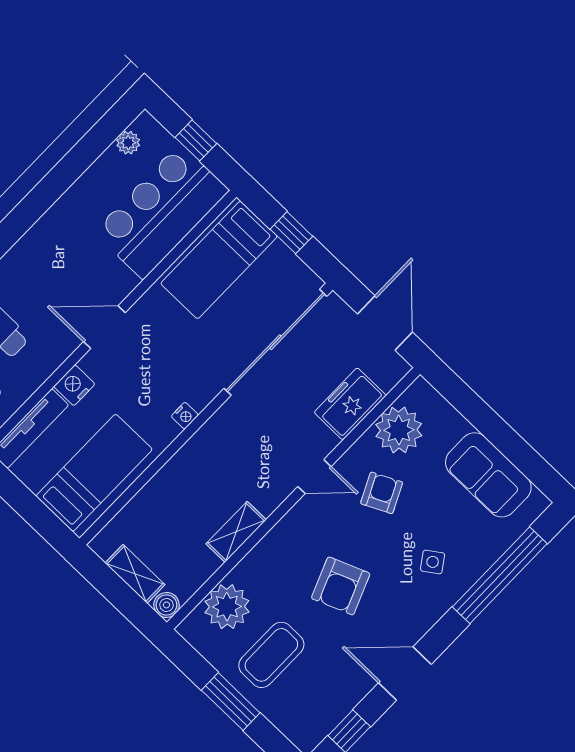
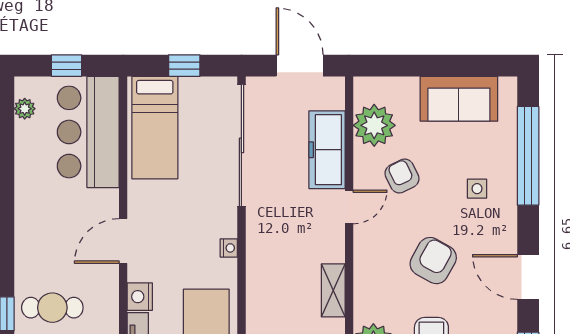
freezer: (350, 404) -> (327, 150), width x1.40
side table: (433, 562) -> (477, 189), turned 35
armchair: (341, 586) -> (433, 261), turned -129
door: (405, 674) -> (528, 277), hinge flipped

